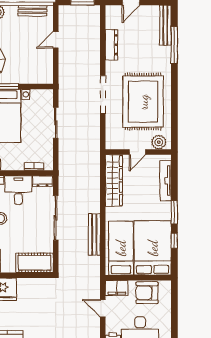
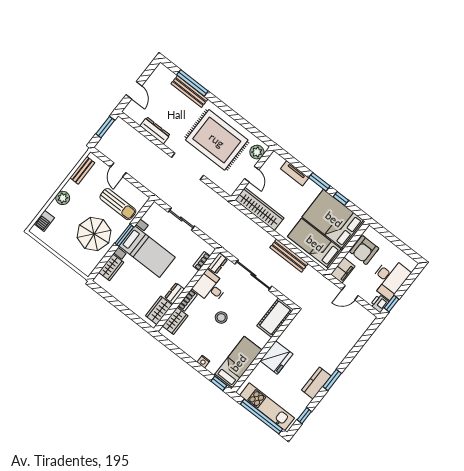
bench: (165, 25) -> (189, 91), moved
sun lounger: (27, 61) -> (118, 204), added
tv unit: (165, 181) -> (295, 173), width x0.71

